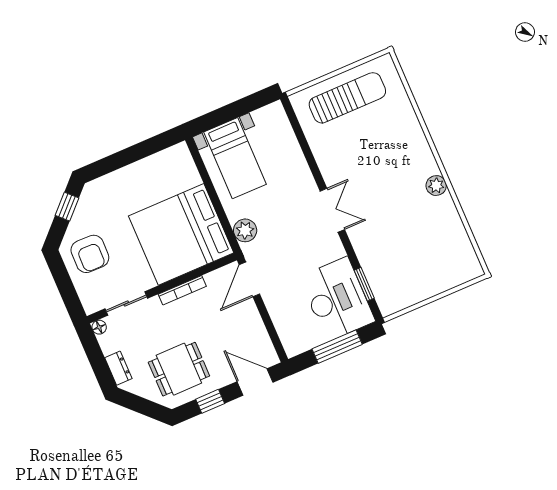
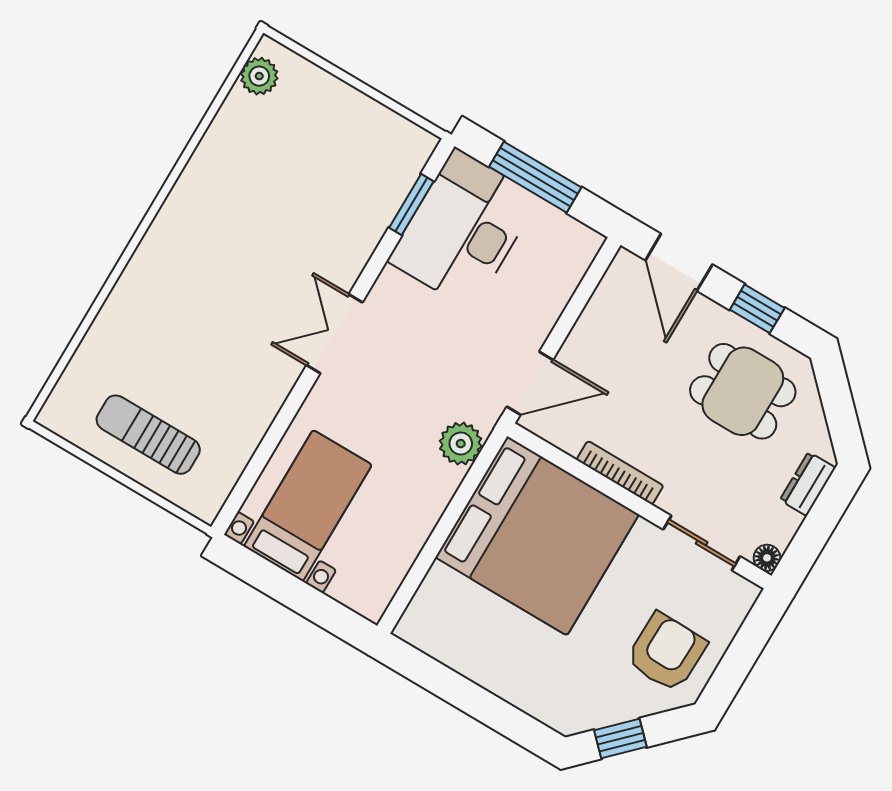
sun lounger: (347, 98) -> (148, 435), width x0.73, depth x0.75
bed with nightstands: (235, 158) -> (308, 506), moved
plant: (436, 186) -> (259, 76), moved

